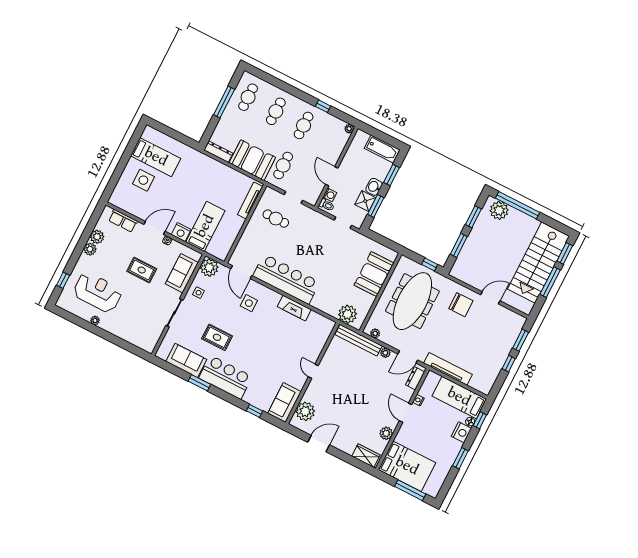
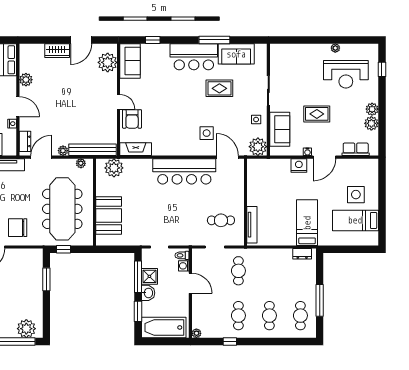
bathtub: (382, 149) -> (164, 327), width x1.36, depth x1.36
dresser: (218, 152) -> (302, 254), width x0.70
booth: (252, 160) -> (268, 262), removed
window: (376, 206) -> (138, 277), width x1.44
window: (473, 217) -> (46, 311), removed
bed: (205, 226) -> (307, 223), moved, turned 180
fireplace: (294, 308) -> (136, 149), moved
armchair: (309, 350) -> (132, 119), added
window: (199, 383) -> (214, 40), width x1.44
wardrobe: (366, 456) -> (57, 51), moved

